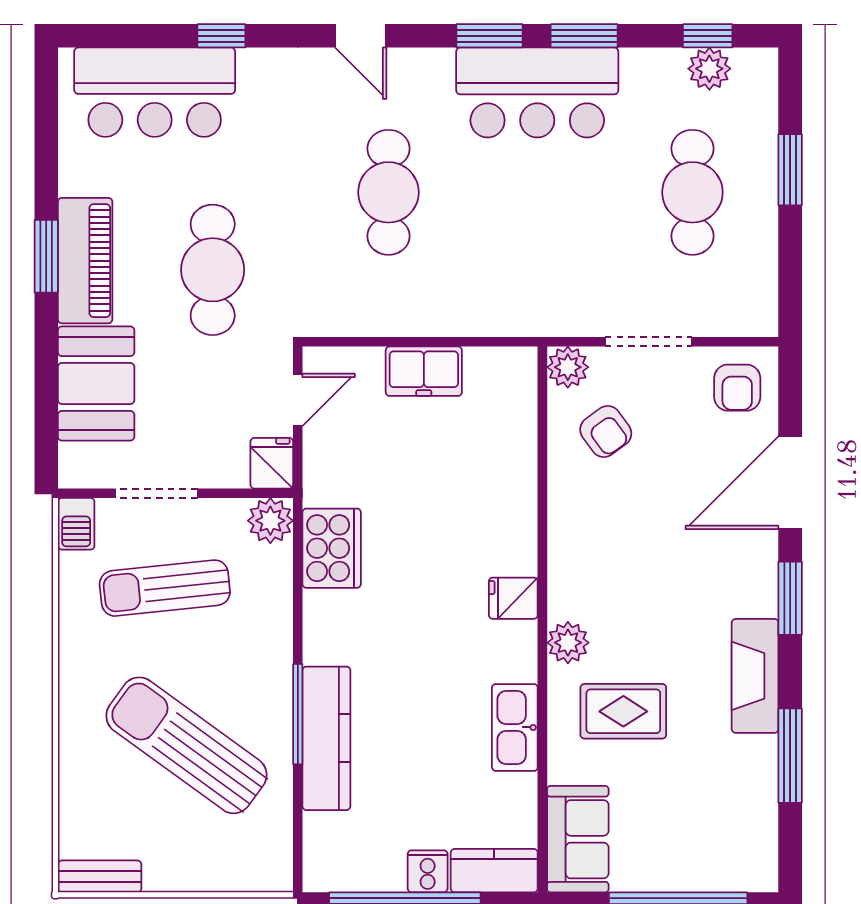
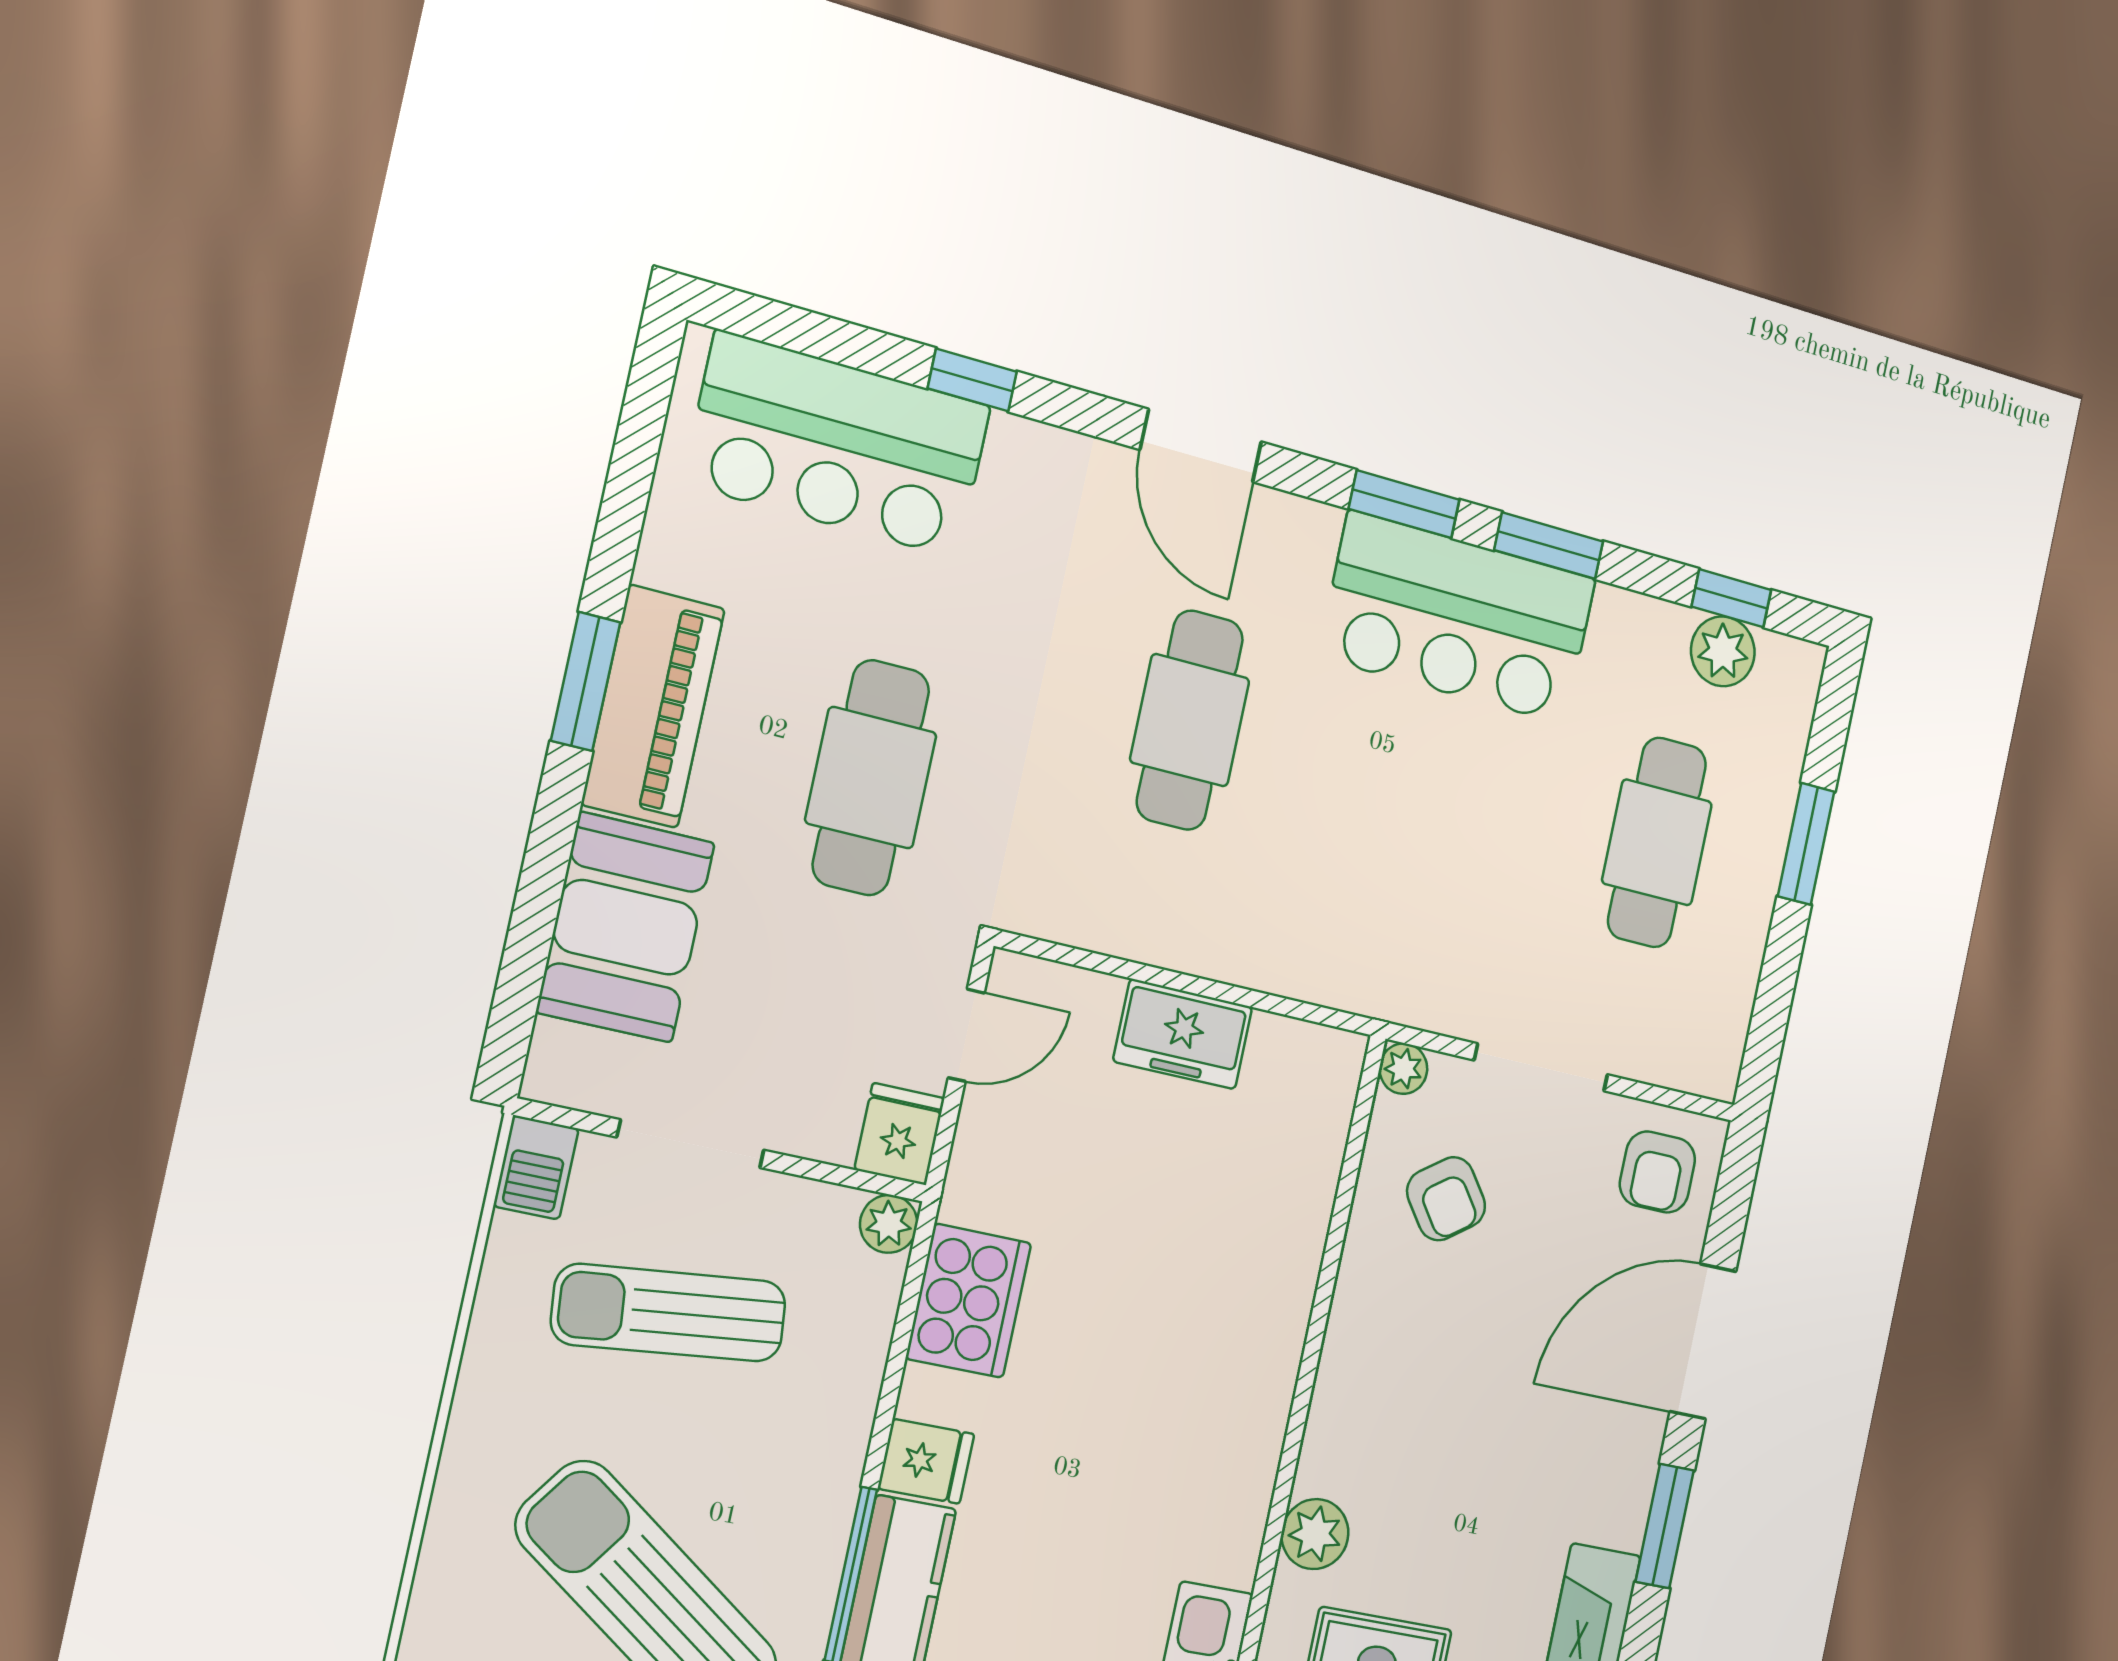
door: (361, 36) -> (1201, 446), width x1.38
plant: (568, 367) -> (1403, 1069), width x0.73, depth x0.73
plant: (270, 521) -> (889, 1224), width x0.73, depth x0.73
fridge: (513, 598) -> (926, 1461), moved, turned 180

